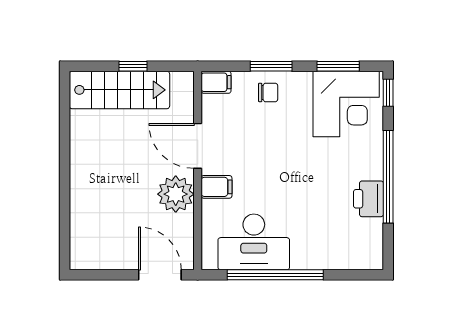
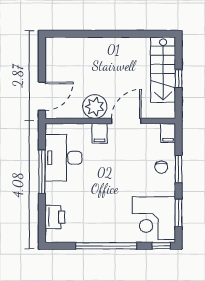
printer: (368, 199) -> (55, 217), moved, turned 90
window: (275, 275) -> (42, 172), width x0.68

